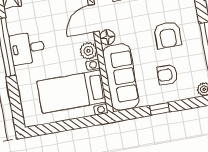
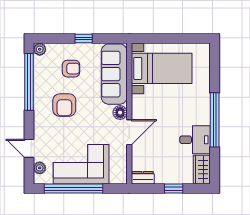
armchair: (168, 35) -> (64, 105), turned 180
desk: (27, 48) -> (195, 140), moved
plant: (89, 51) -> (139, 103), removed

